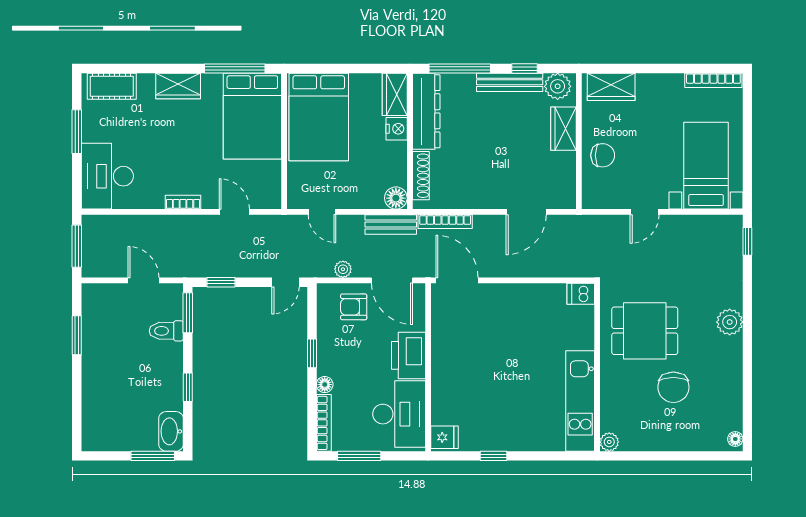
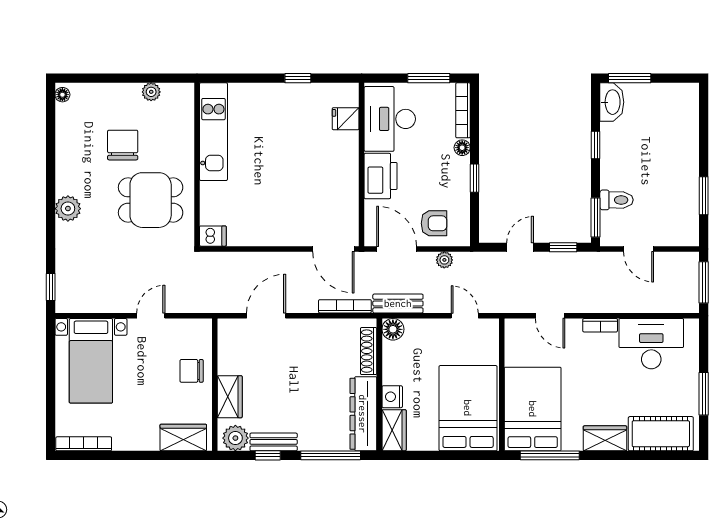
bench: (510, 82) -> (274, 442), width x0.73
cot: (112, 86) -> (661, 434), width x1.37, depth x1.34
desk: (107, 176) -> (651, 344), moved, turned -90
door: (285, 282) -> (520, 247), moved
fridge: (444, 437) -> (346, 119), moved
plant: (609, 442) -> (151, 92), moved

